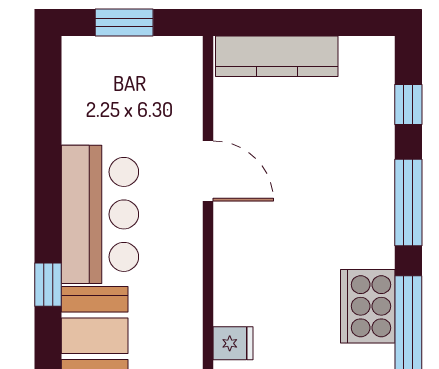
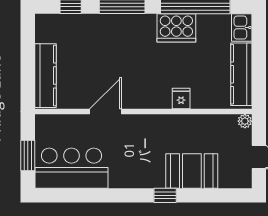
bar counter: (100, 214) -> (71, 168), moved
fridge: (233, 343) -> (181, 99), moved

